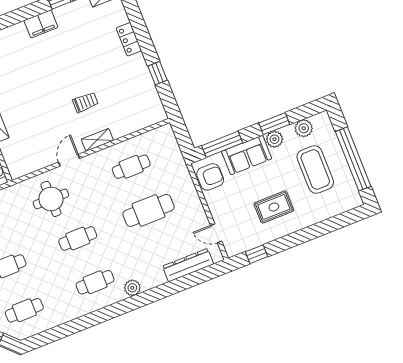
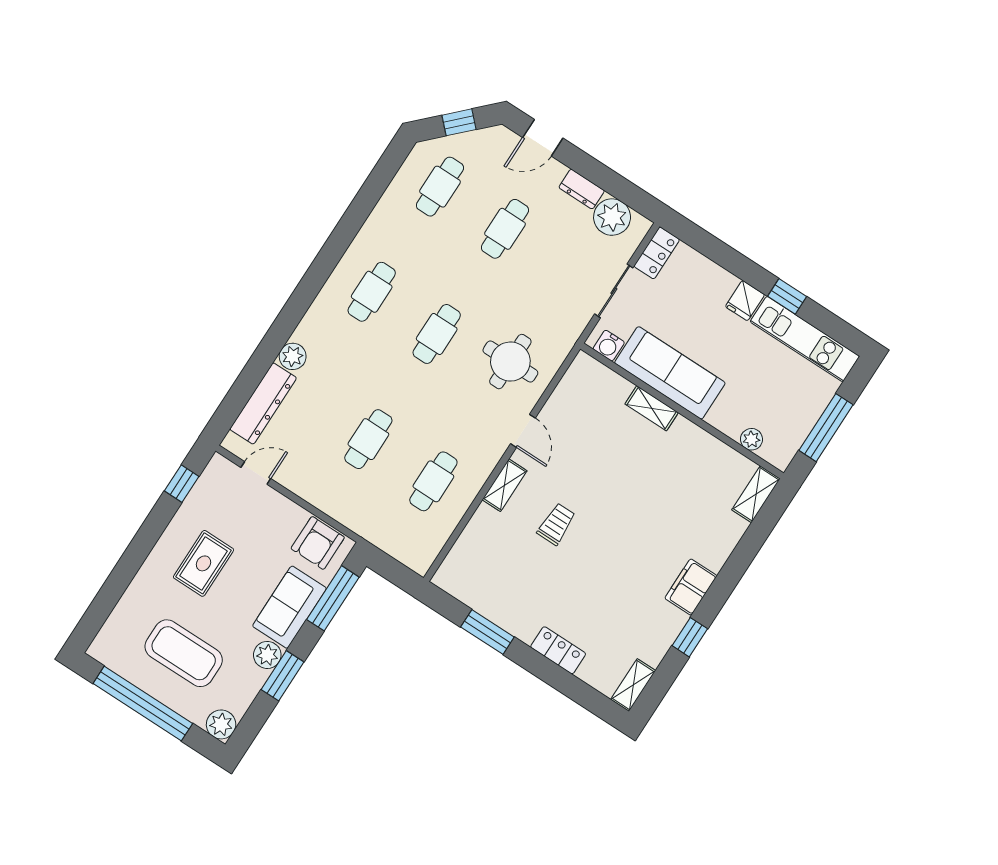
window: (157, 73) -> (487, 632), width x1.50
trolley: (85, 102) -> (556, 524), turned 180
plant: (304, 128) -> (221, 724), moved
cafe table: (149, 210) -> (368, 439), width x0.73, depth x0.74
plant: (132, 288) -> (293, 356), moved

